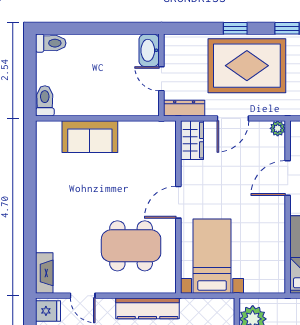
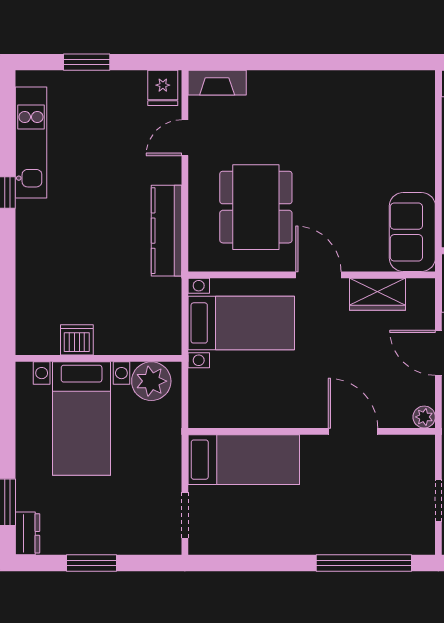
sofa: (90, 137) -> (412, 232), moved
wardrobe: (192, 140) -> (378, 294), moved

